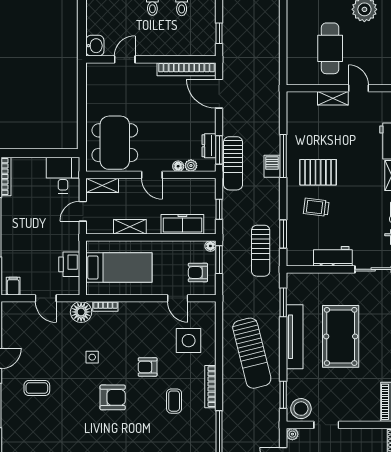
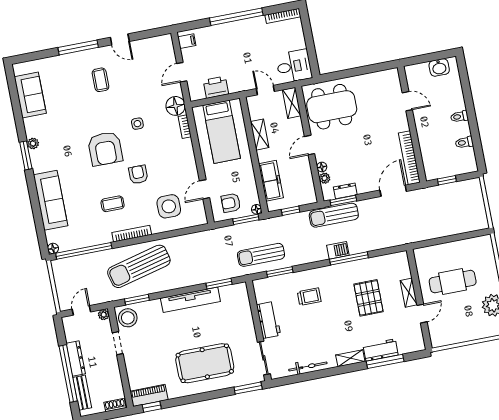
washbasin: (95, 46) -> (439, 67), moved
pallet: (318, 172) -> (369, 298), moved
trolley: (316, 207) -> (309, 297), turned 83
armchair: (198, 272) -> (231, 203), turned -90
pool table: (341, 336) -> (205, 363), moved
sun lounger: (252, 353) -> (139, 266), moved
armchair: (113, 397) -> (105, 149), width x1.36, depth x1.36

